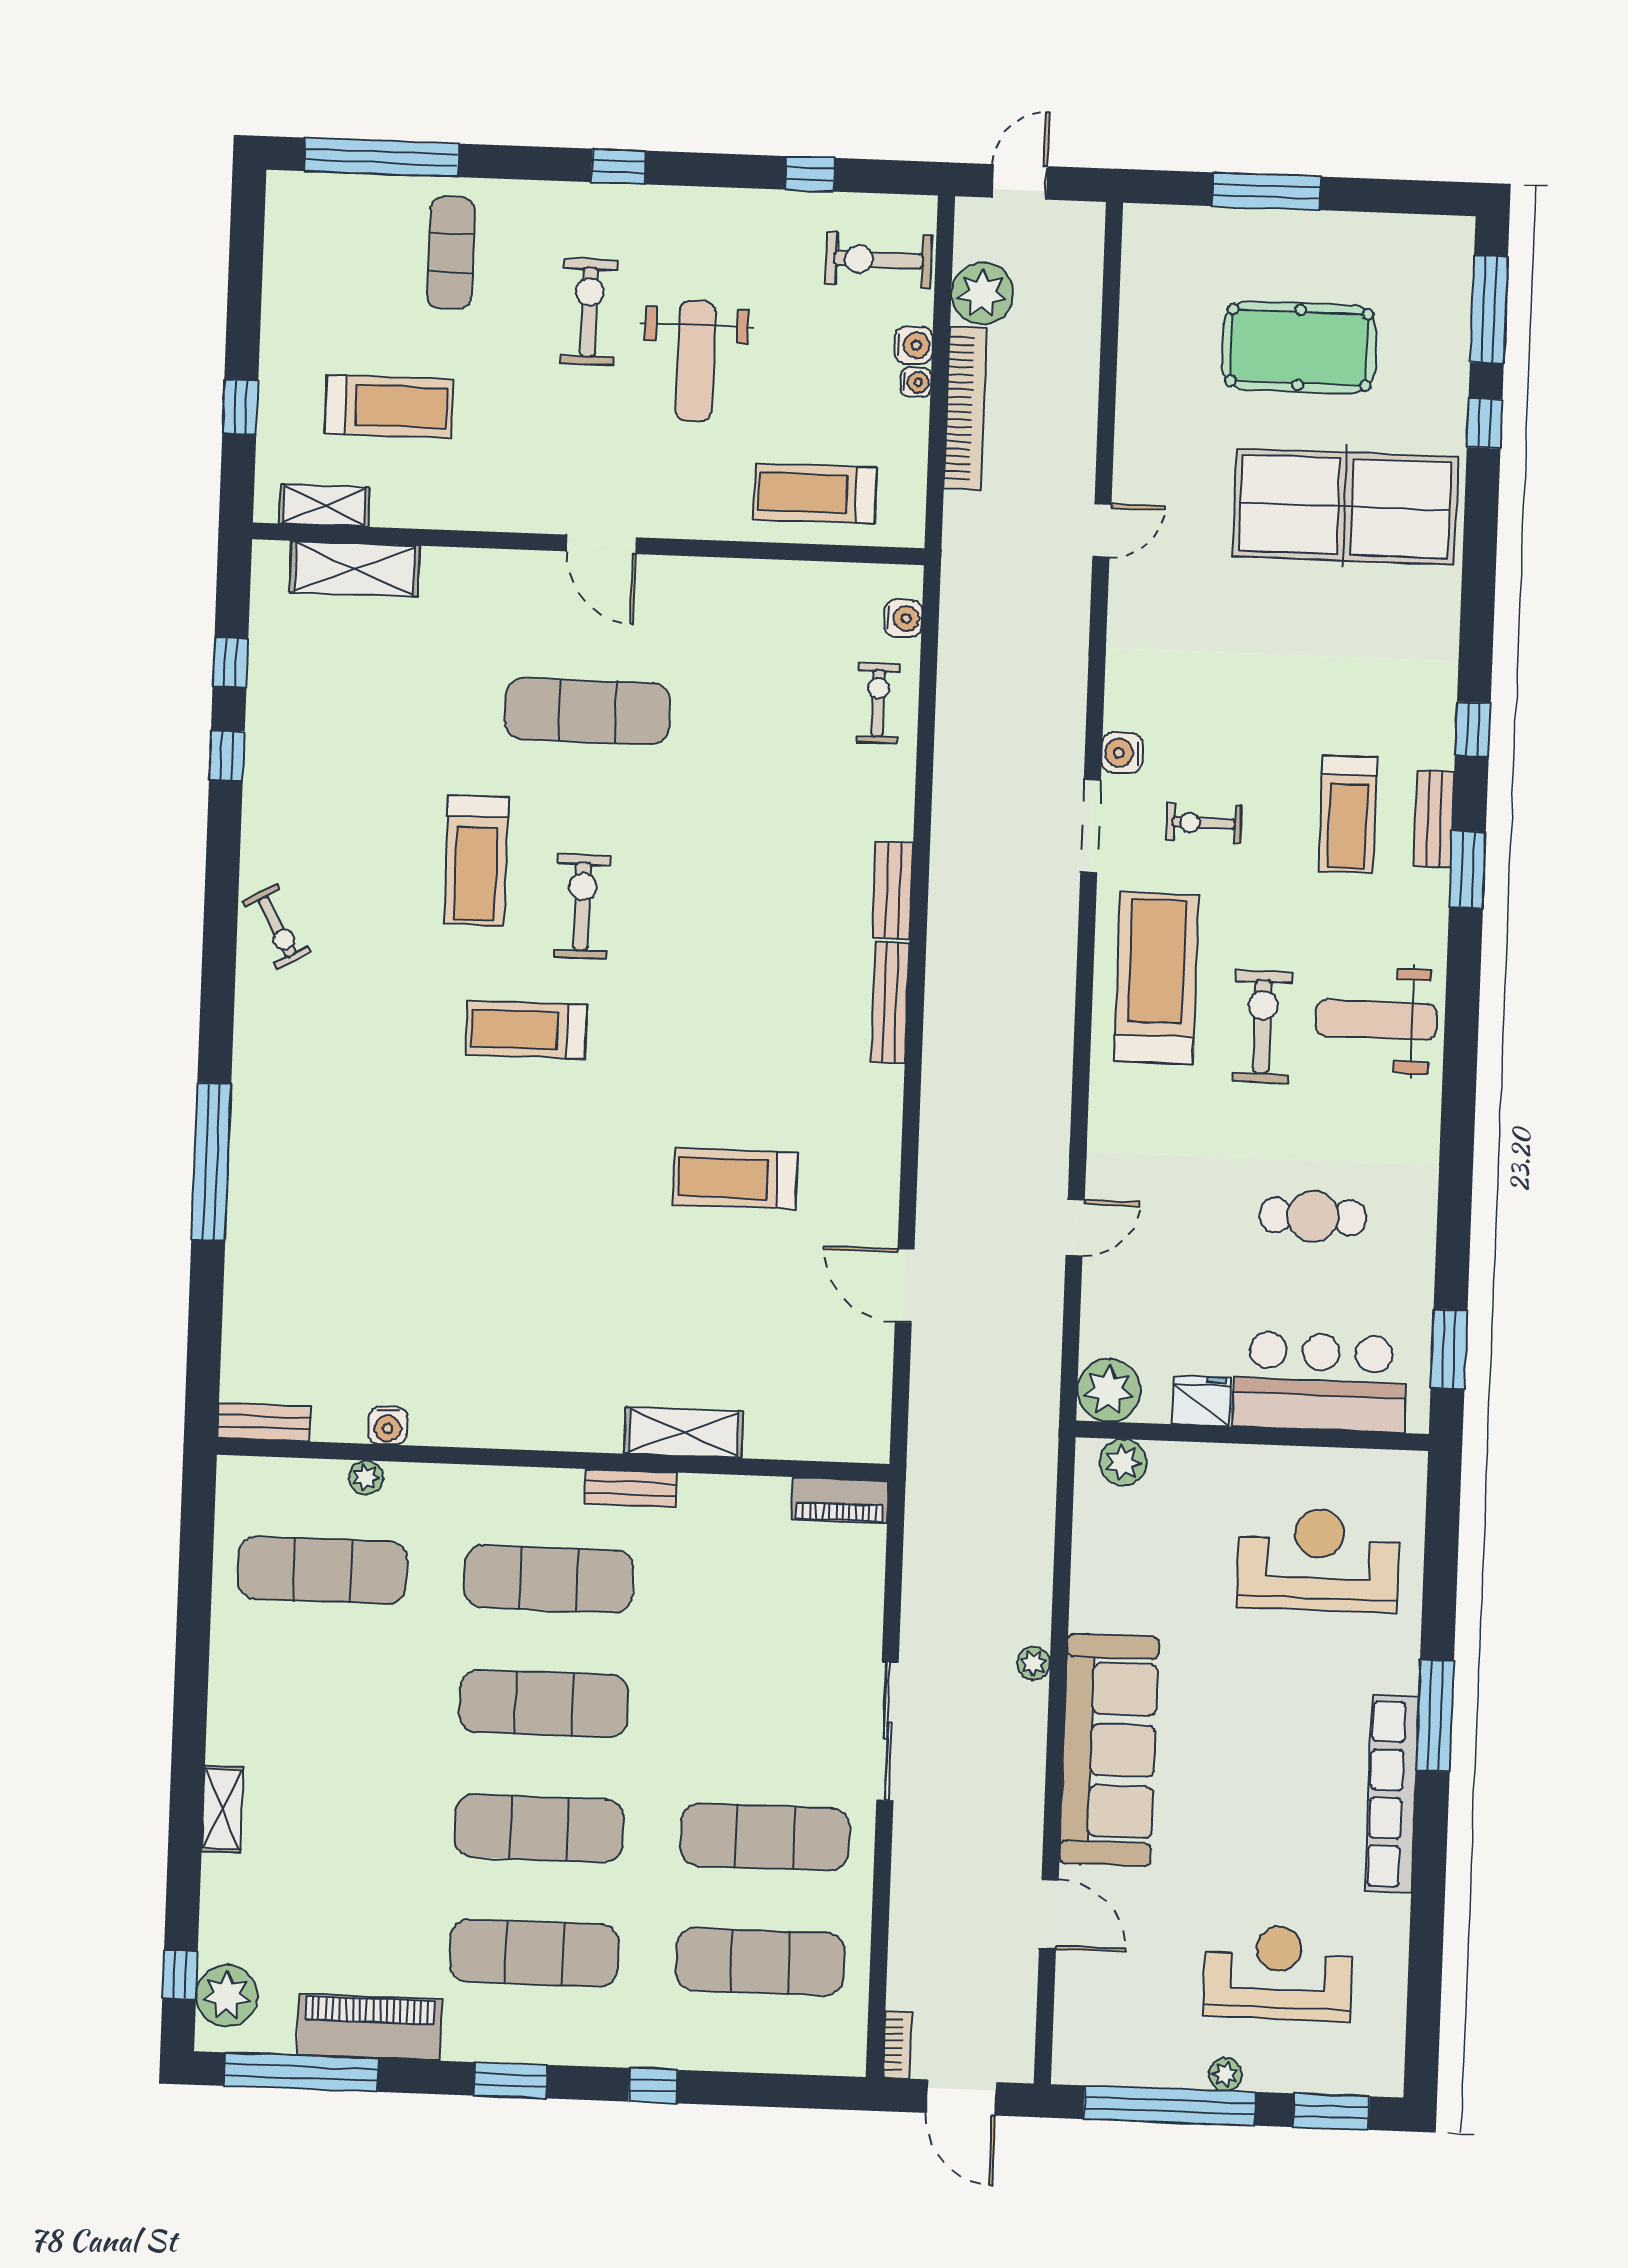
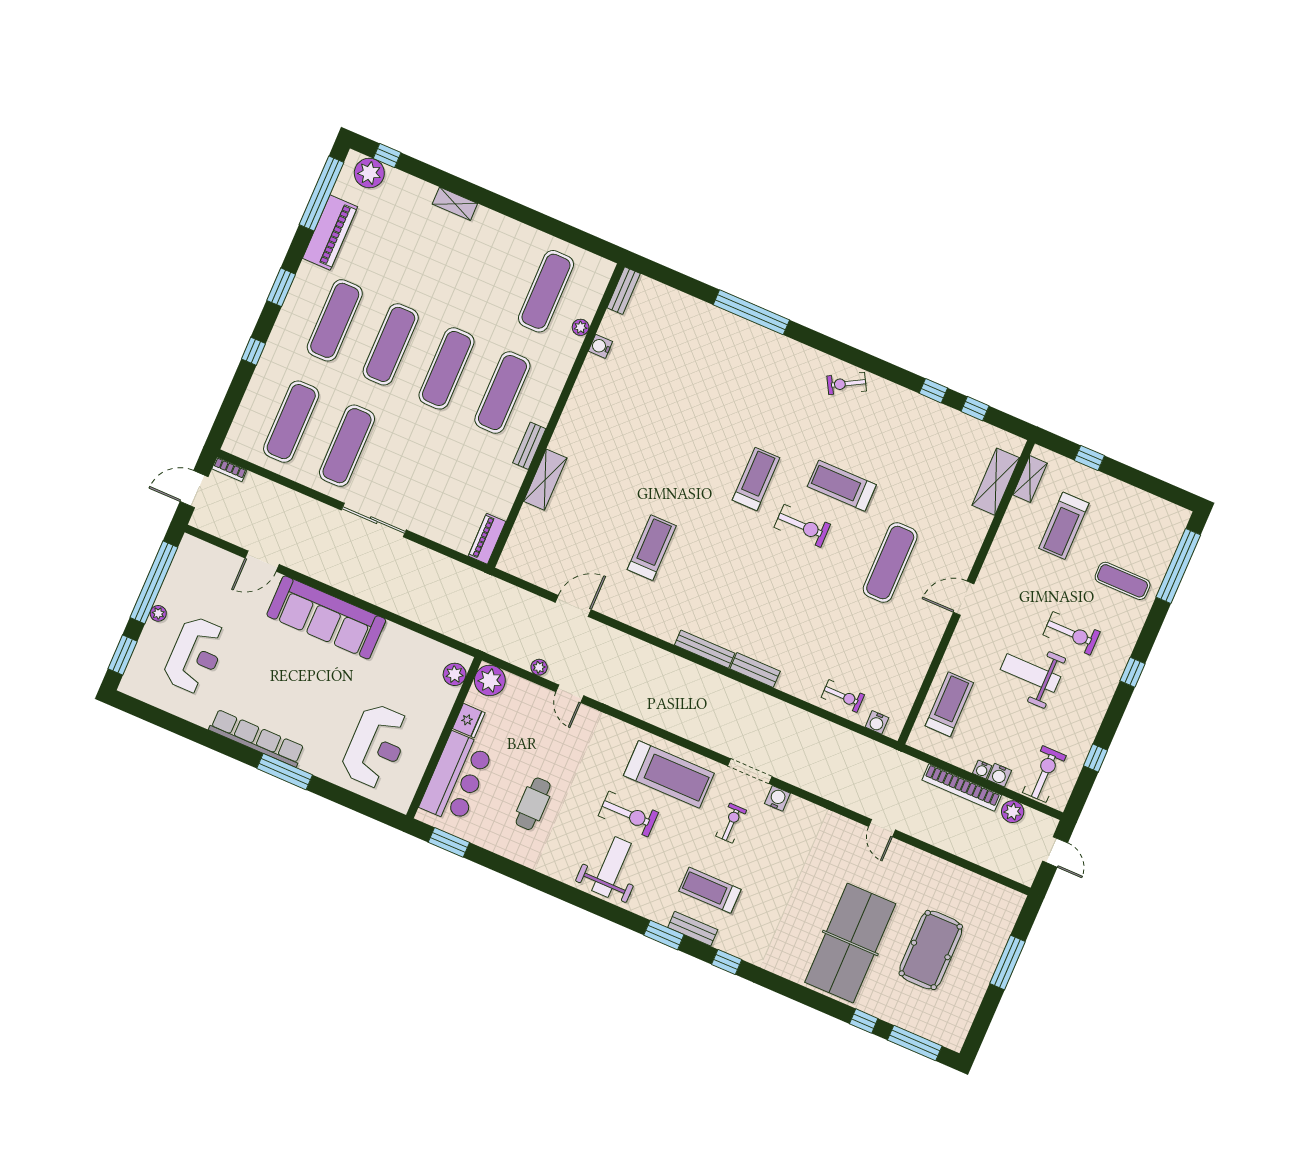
plant: (982, 293) -> (1013, 812), width x0.73, depth x0.73
plant: (1034, 1663) -> (539, 667), moved

